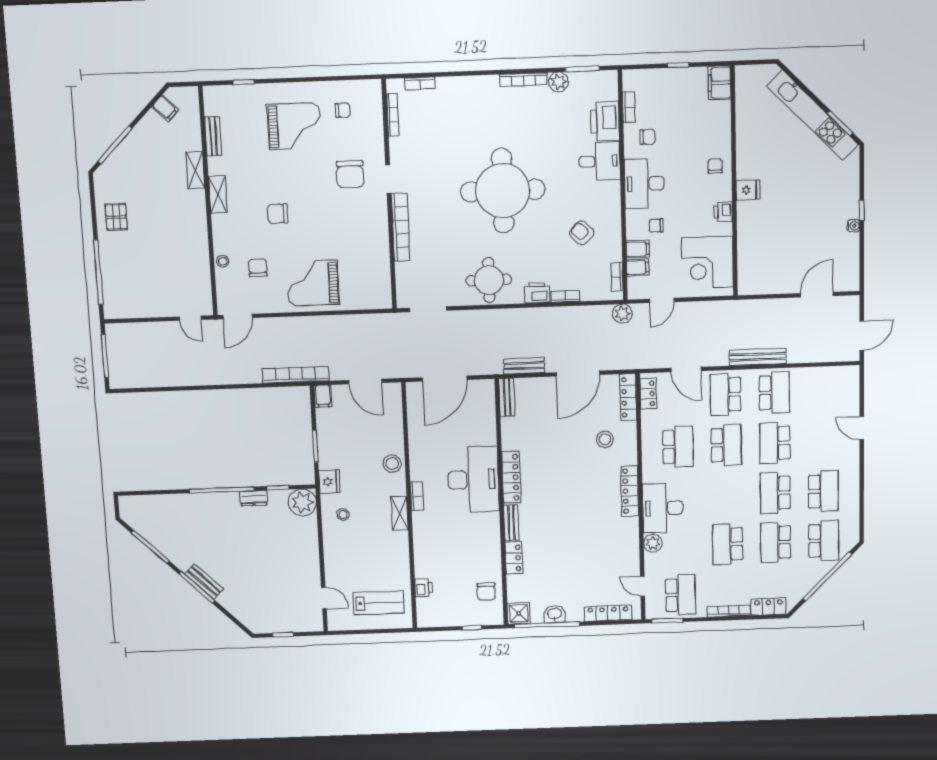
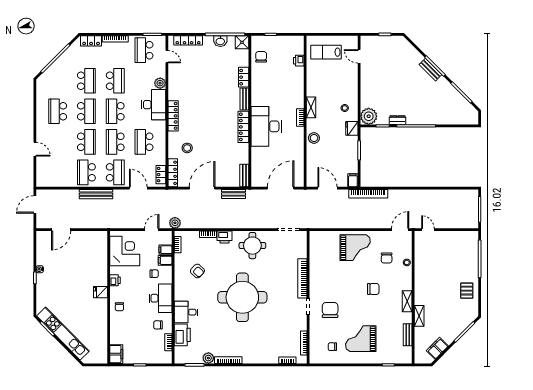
filing cabinet: (165, 108) -> (437, 348), width x2.00
school desk: (824, 541) -> (115, 111), moved

